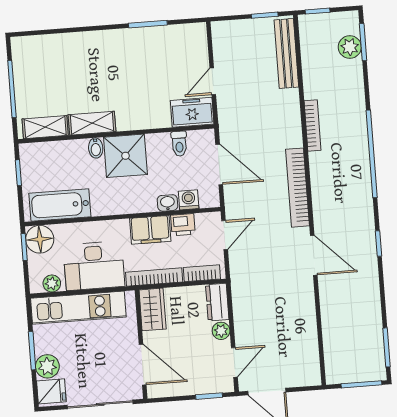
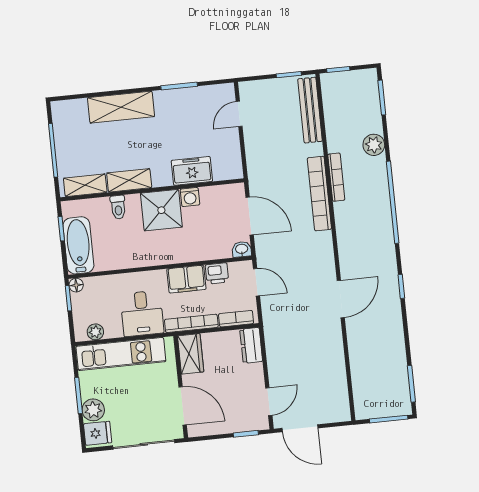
shelving: (85, 45) -> (121, 107), added
plant: (350, 47) -> (374, 145), moved
door: (213, 81) -> (239, 114), moved
freezer: (192, 112) -> (192, 171), moved
toilet: (179, 144) -> (118, 207), moved
bidet: (96, 148) -> (133, 204), removed
bookcase: (297, 188) -> (319, 194), moved
washing machine: (189, 200) -> (190, 197), moved, turned 180
washbasin: (168, 203) -> (242, 249), moved
bathtub: (60, 205) -> (78, 245), moved, turned 90
door: (225, 235) -> (257, 282), hinge flipped
floor lamp: (40, 239) -> (76, 285), width x0.53, depth x0.53
door: (314, 255) -> (341, 299), hinge flipped
desk: (94, 266) -> (142, 313), width x0.73
plant: (221, 331) -> (255, 372), removed

